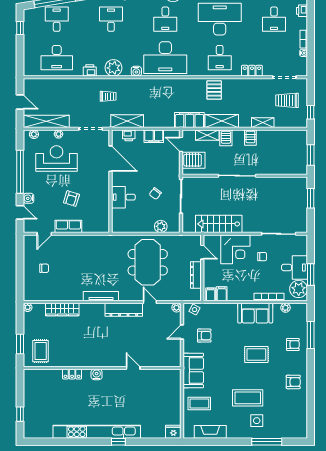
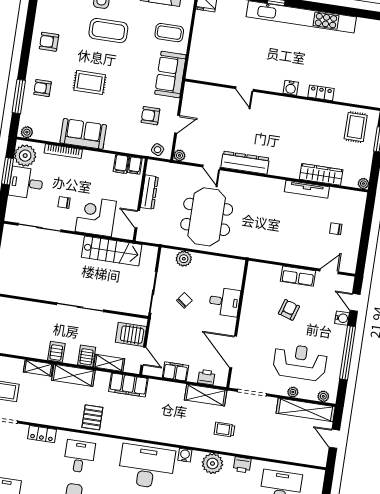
shelving: (222, 121) -> (73, 375), moved
reception desk: (57, 159) -> (300, 362), turned 180
tv unit: (101, 296) -> (307, 189), moved
plant: (286, 308) -> (27, 132), moved

